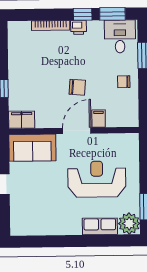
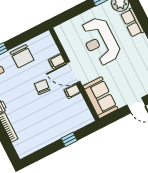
chair: (124, 82) -> (22, 56), width x1.87, depth x1.87
filing cabinet: (22, 120) -> (72, 91), moved, width x0.50

